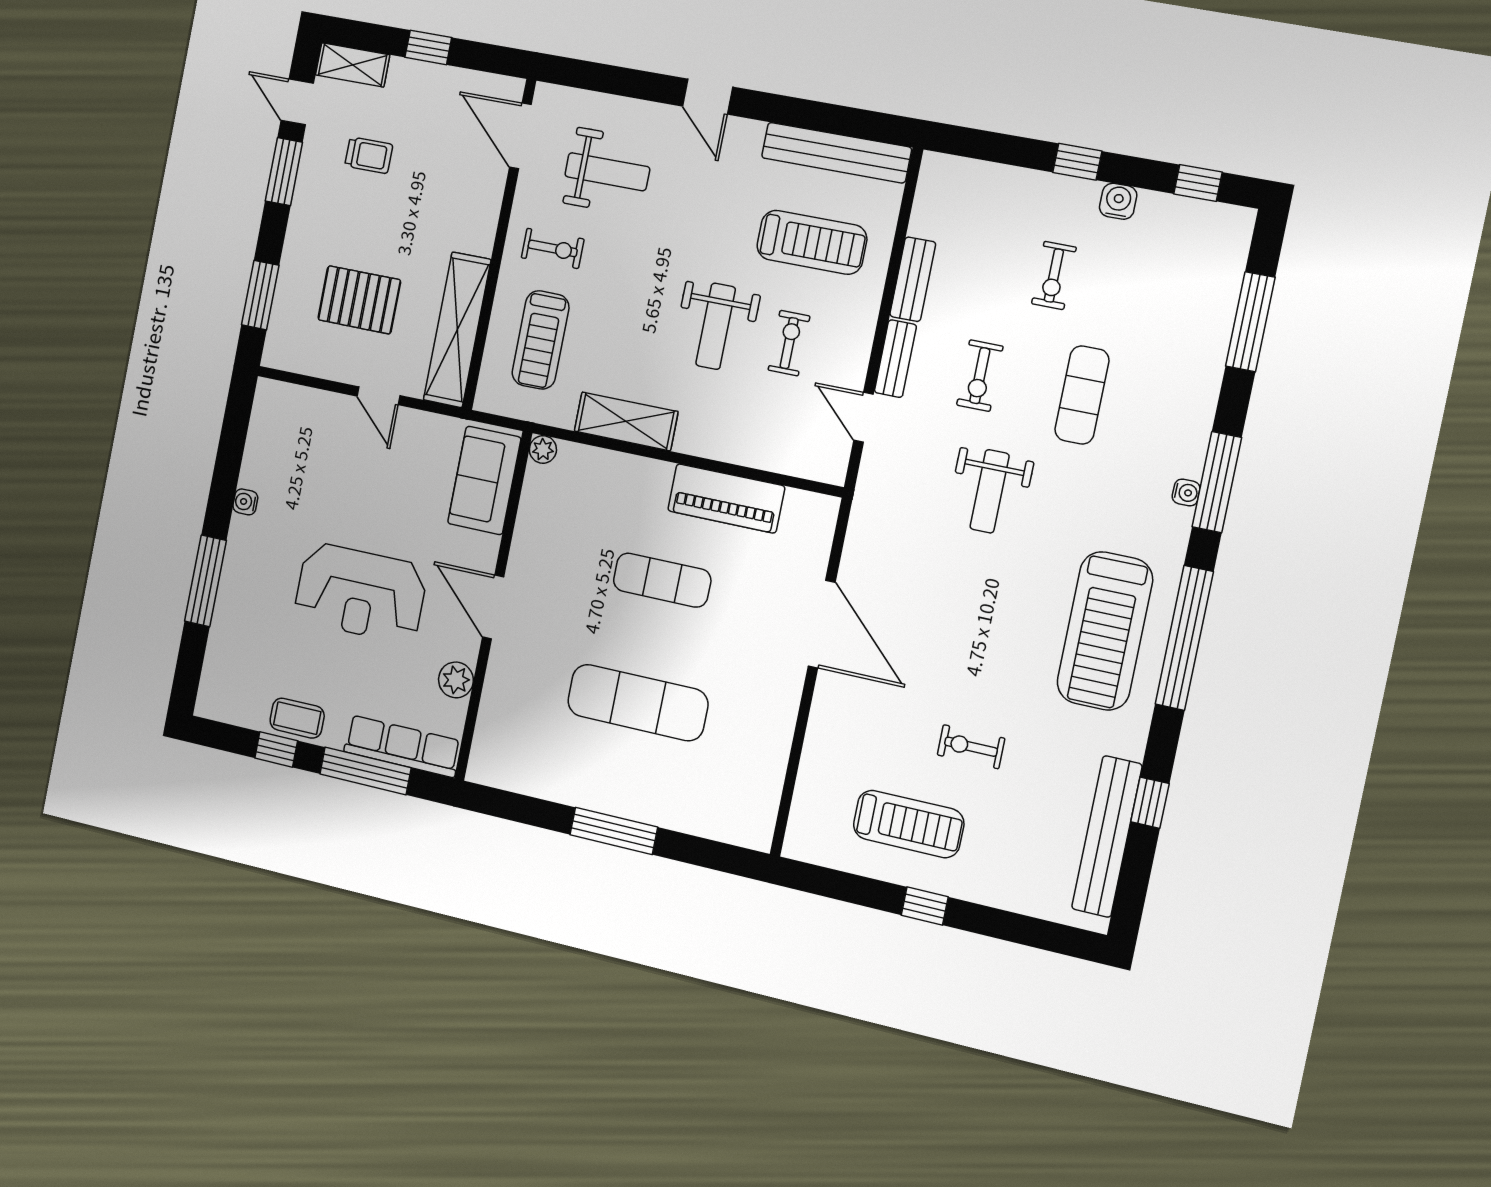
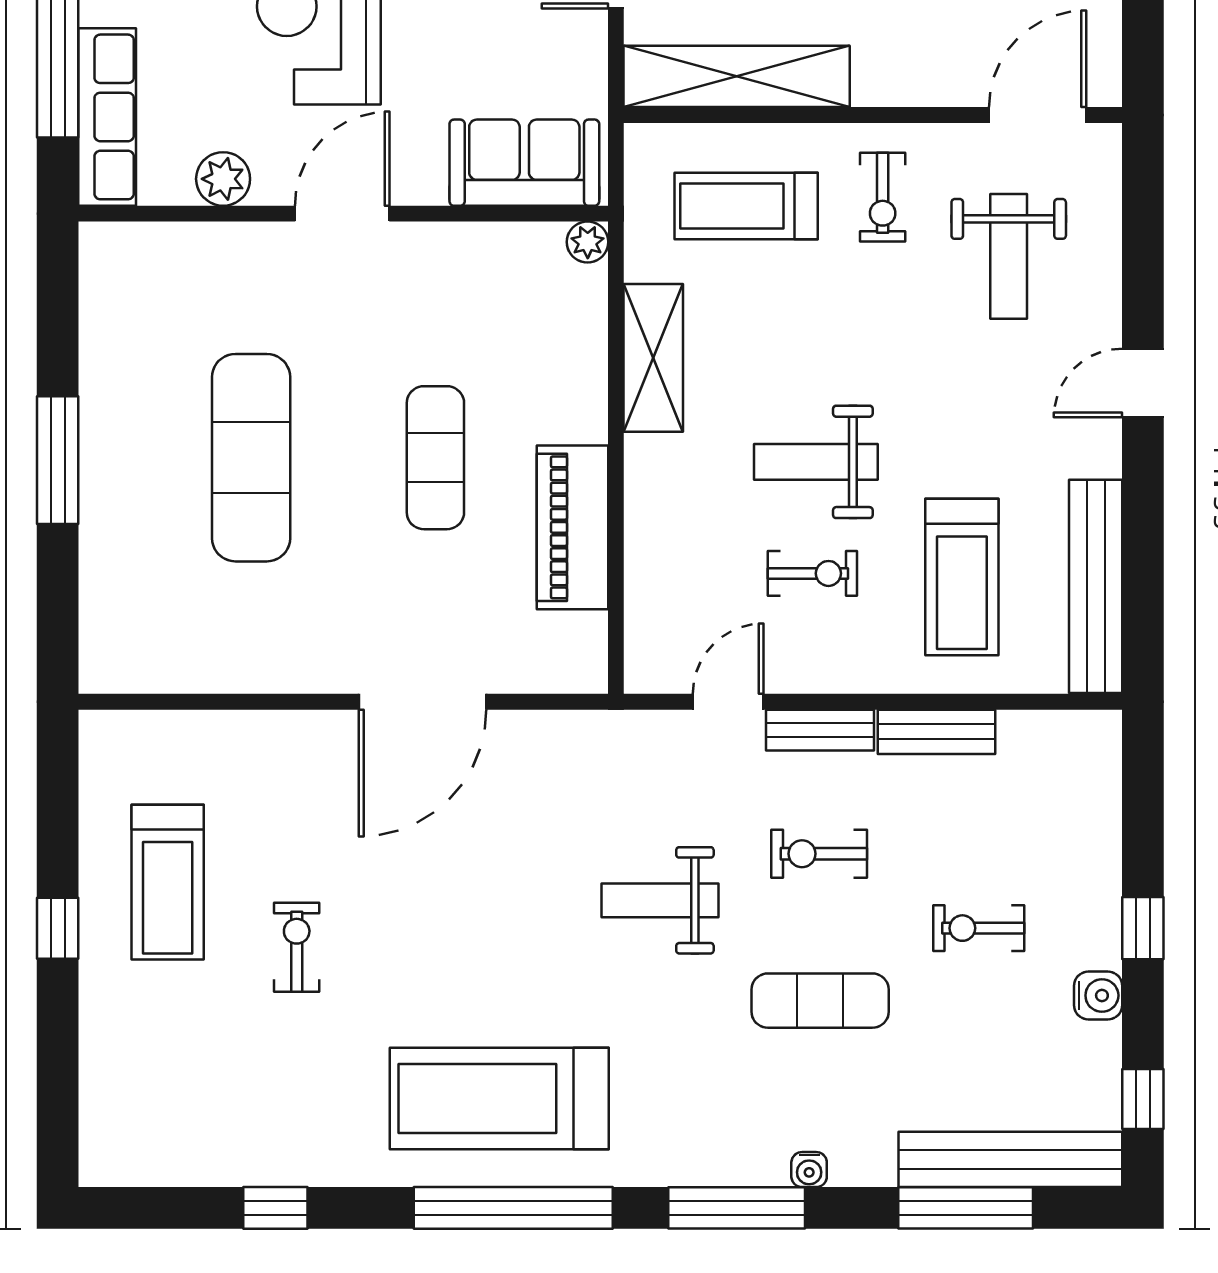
water cooler: (1186, 493) -> (809, 1170), moved
bench: (1107, 837) -> (1010, 1159), moved

